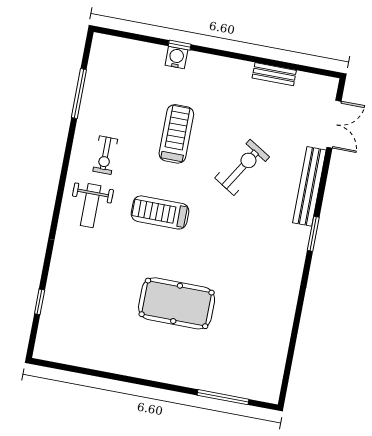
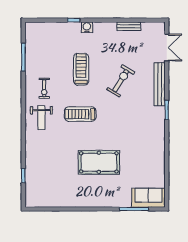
water cooler: (176, 58) -> (87, 27), moved
sofa: (252, 382) -> (148, 198), added

